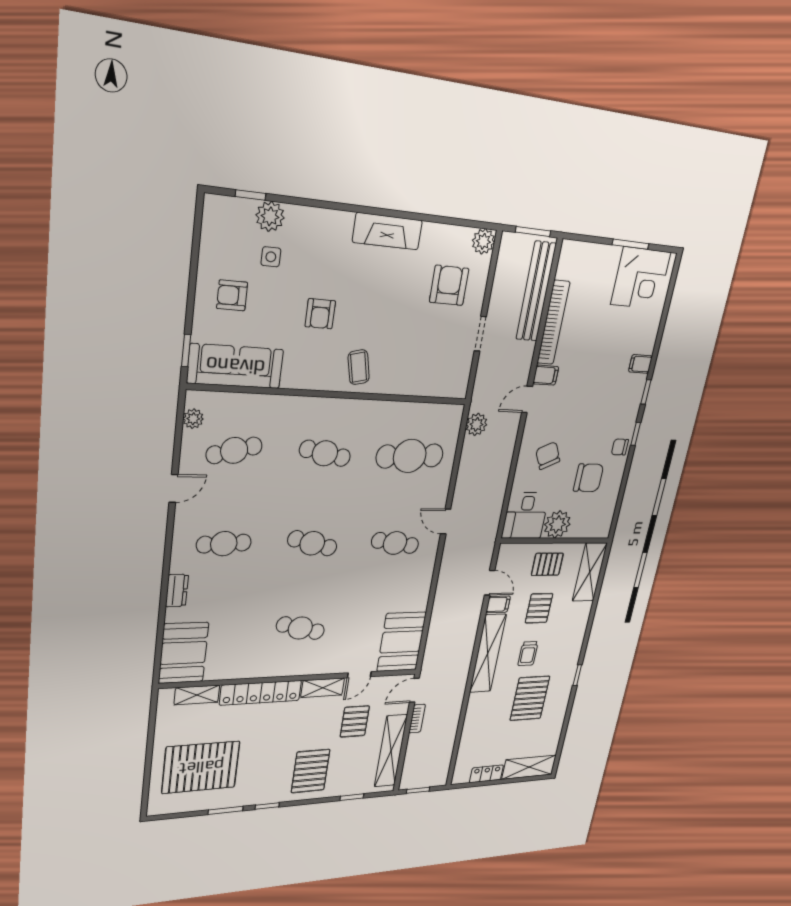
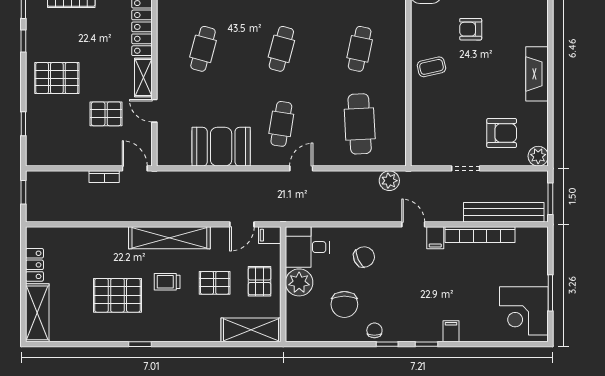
filing cabinet: (498, 604) -> (270, 235), moved, turned 90
booth: (402, 642) -> (221, 147), moved
shelving: (391, 751) -> (71, 156), removed

